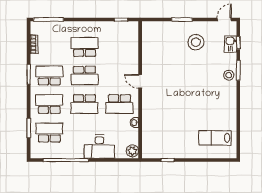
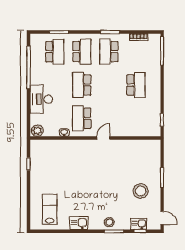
school desk: (49, 76) -> (109, 52), turned 180
school desk: (84, 76) -> (109, 85), removed
kitchen sink: (230, 107) -> (79, 223), added

